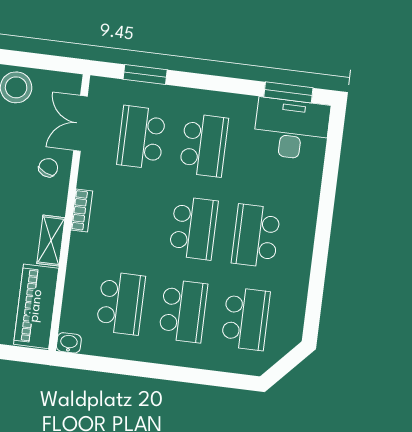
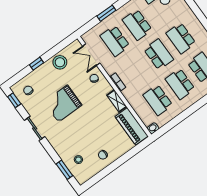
window: (145, 75) -> (106, 13), moved
school desk: (204, 145) -> (137, 25), turned 180
school desk: (121, 303) -> (158, 100), turned 180
school desk: (183, 311) -> (180, 84), turned 180

